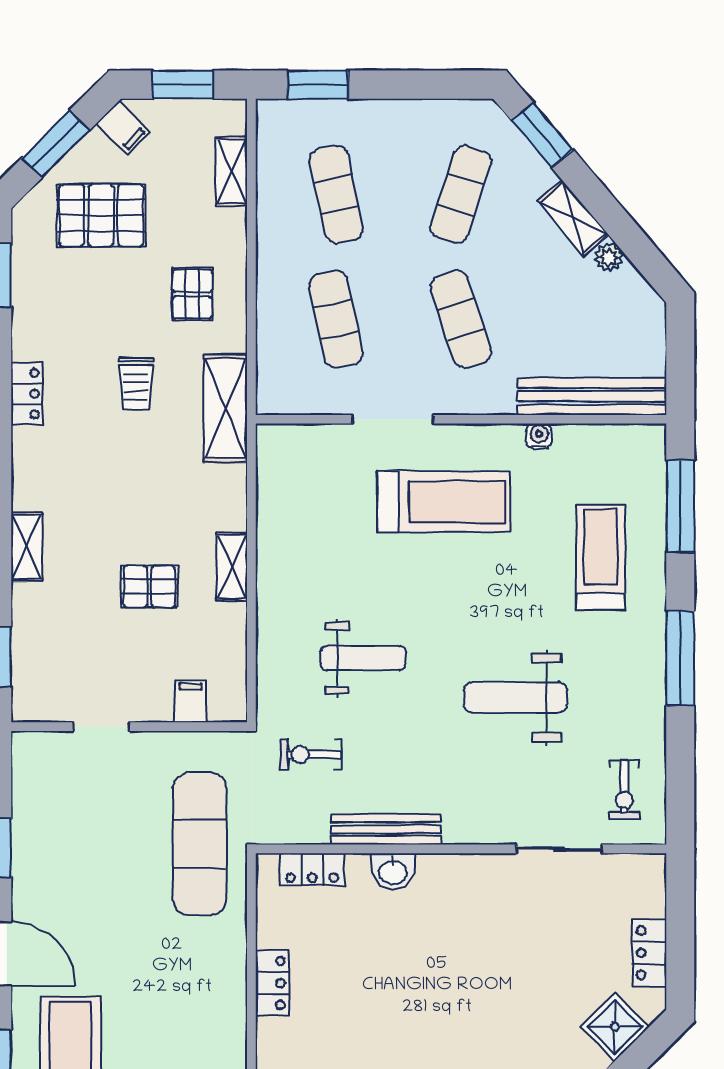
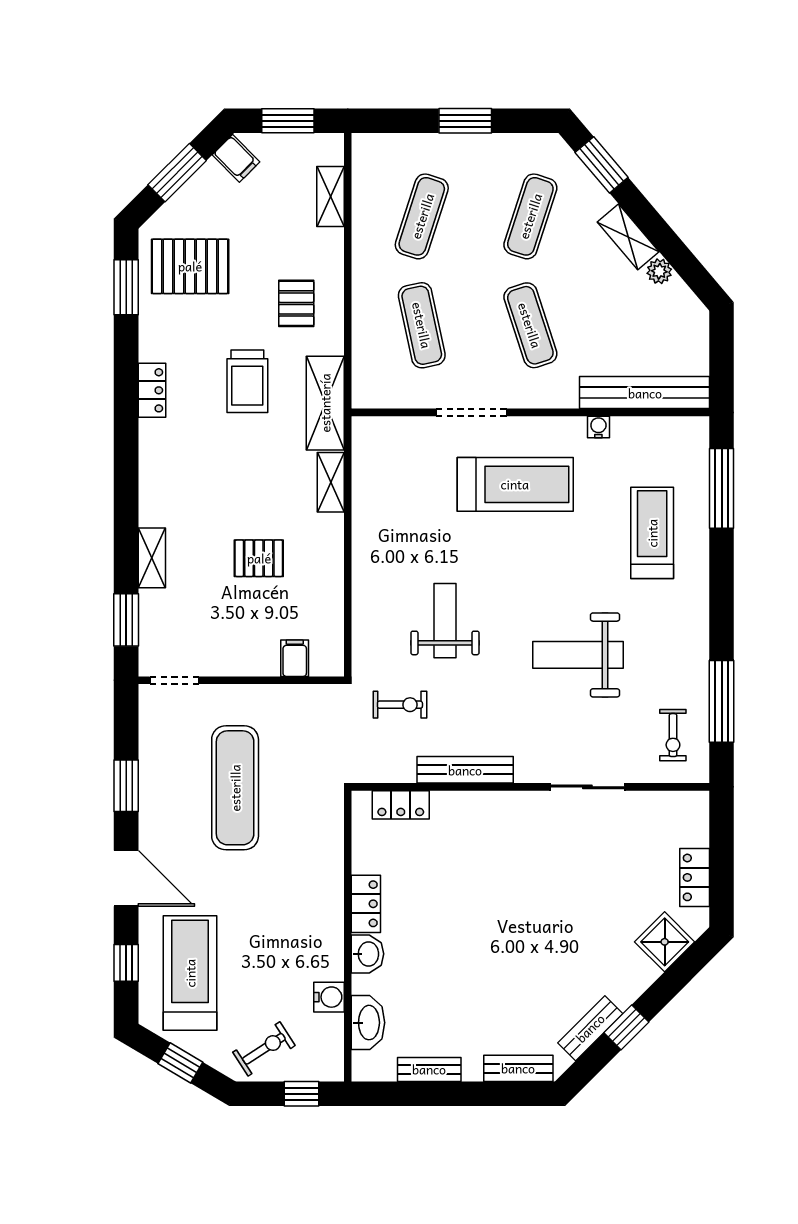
window: (318, 85) -> (465, 121), moved
exercise mat: (336, 194) -> (422, 216), turned 30
pallet: (101, 215) -> (190, 266), moved
trolley: (136, 383) -> (247, 381), width x1.36, depth x1.39
shelving: (26, 547) -> (152, 558), moved
shelving: (232, 567) -> (331, 482), moved
weight bench: (363, 658) -> (445, 621), turned -90
window: (680, 658) -> (722, 701), moved
doorway: (101, 727) -> (174, 680), moved
exercise bike: (311, 755) -> (400, 705), turned 180
exercise mat: (200, 844) -> (235, 788), moved
sliding door: (559, 849) -> (587, 787), moved
washbasin: (393, 872) -> (367, 954), moved, turned -90

